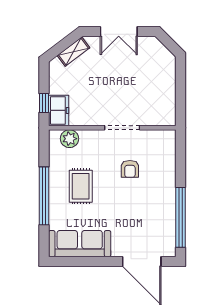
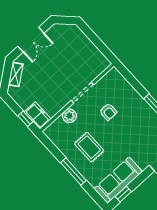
plant: (70, 139) -> (69, 116), moved
window: (44, 196) -> (73, 171), width x0.68
window: (72, 261) -> (123, 194), added

